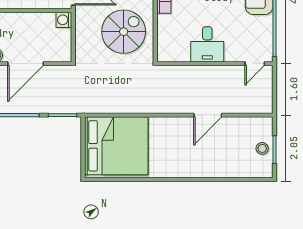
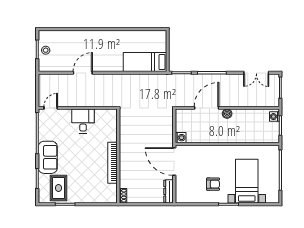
spiral stairs: (124, 32) -> (140, 130), removed
bed: (116, 146) -> (145, 62), width x0.49

